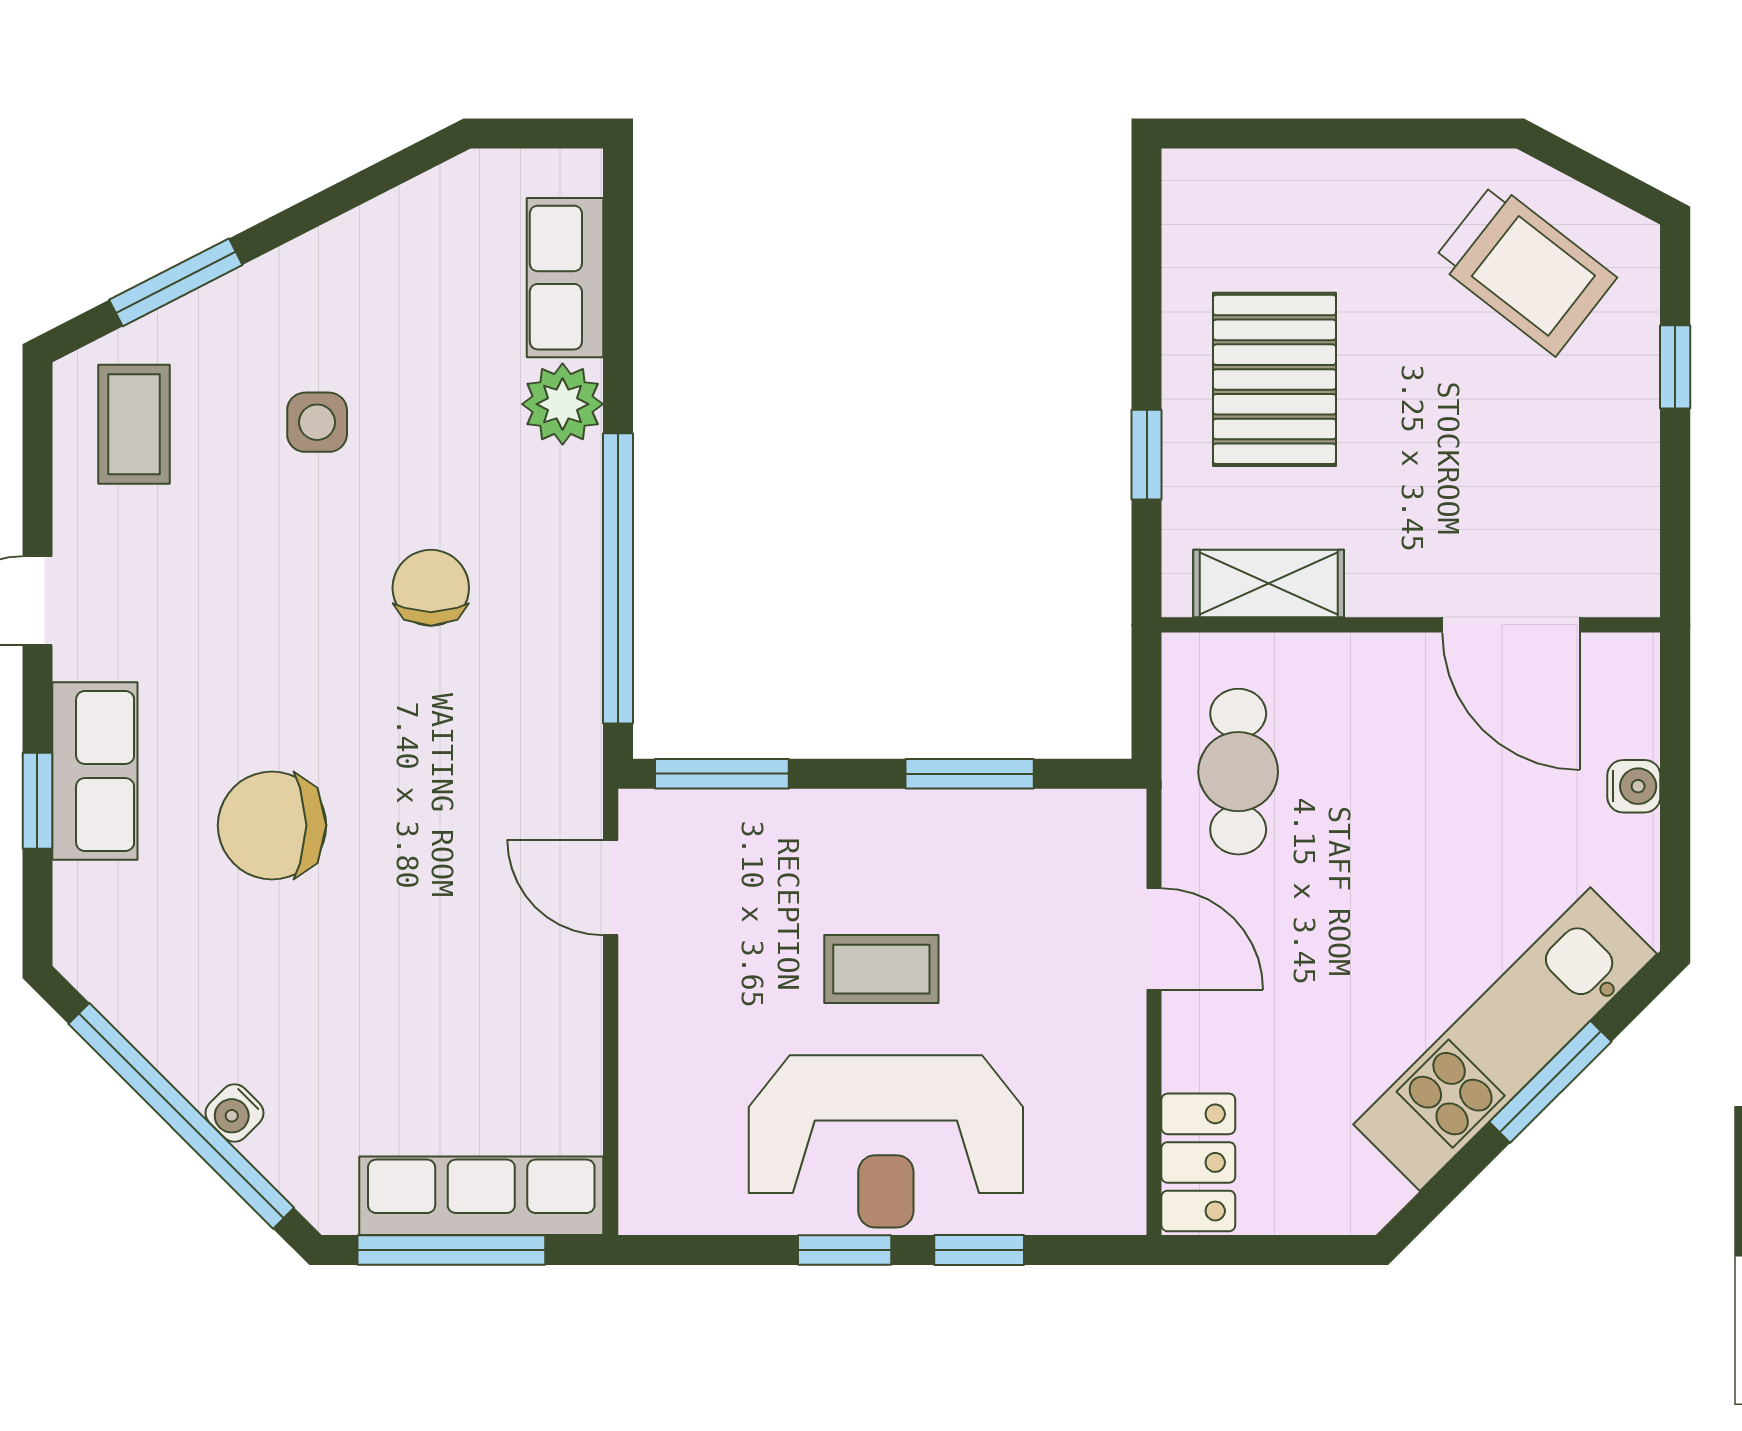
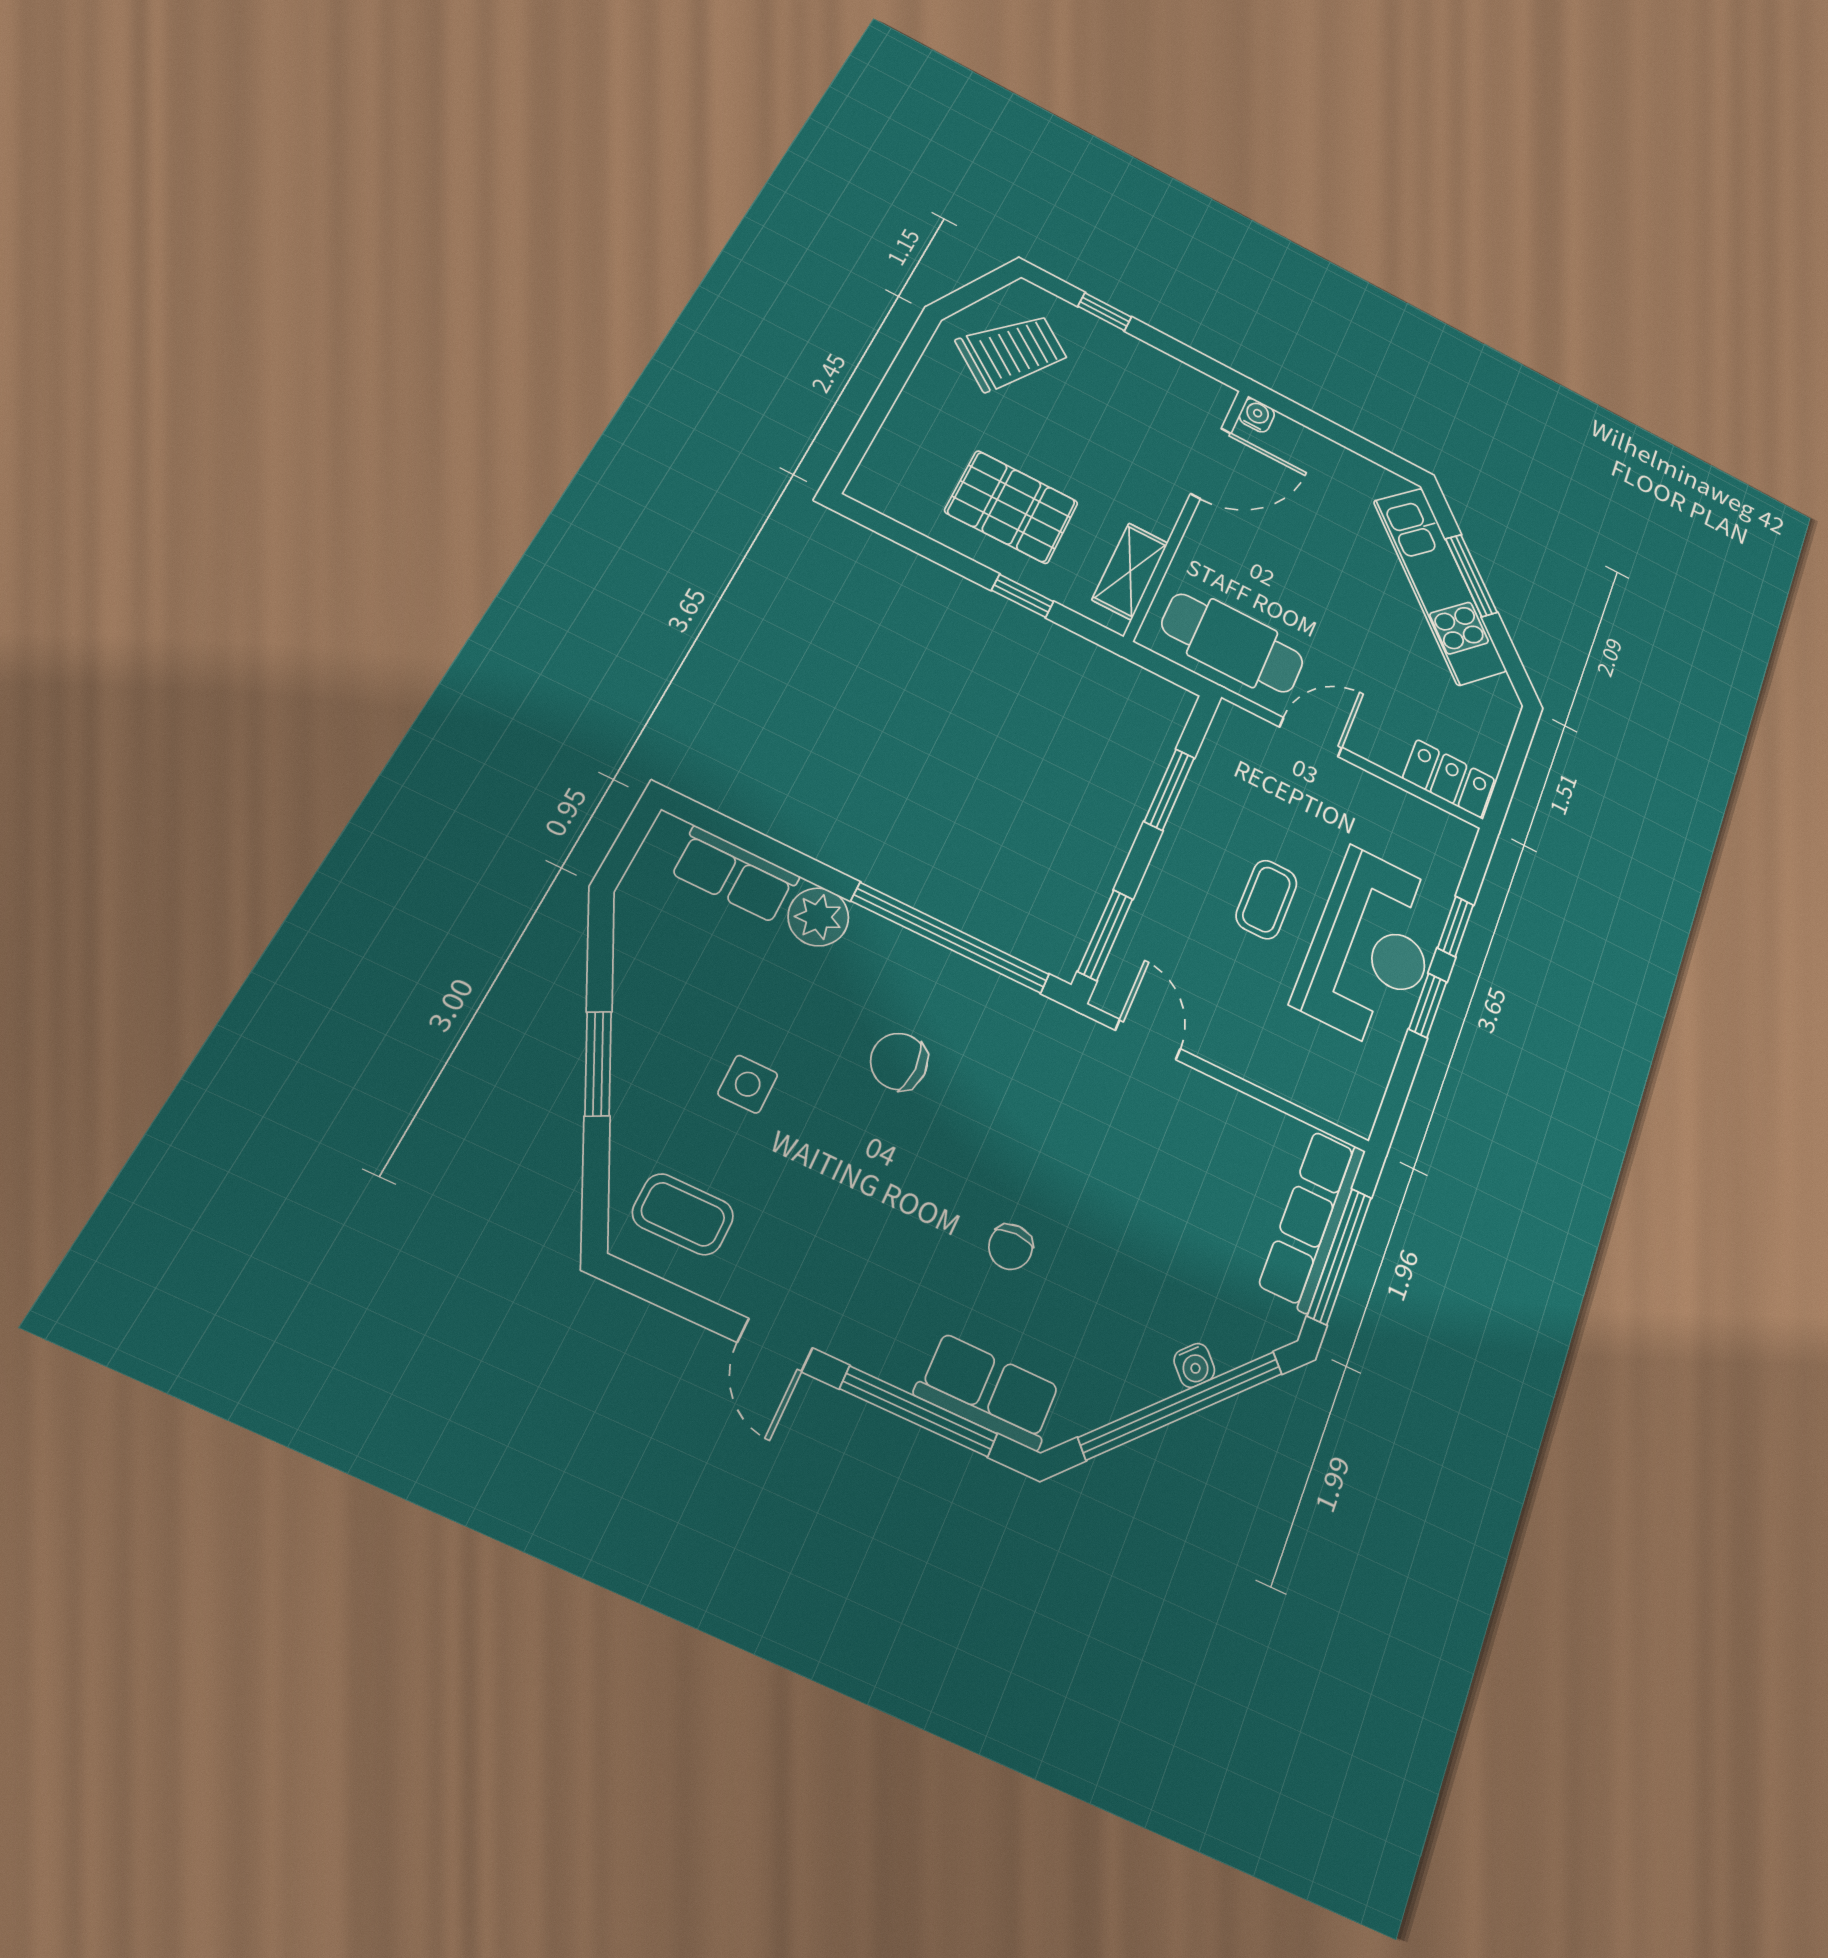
window: (176, 282) -> (598, 1064), moved
row of seats: (95, 771) -> (988, 1391), moved
cafe table: (1238, 772) -> (1232, 643), width x1.37, depth x1.35
water cooler: (1634, 786) -> (1257, 415), moved
window: (37, 801) -> (919, 1411), width x2.17
chair: (272, 825) -> (1011, 1247), width x0.54, depth x0.54
door: (611, 887) -> (1148, 1040), swing flipped

